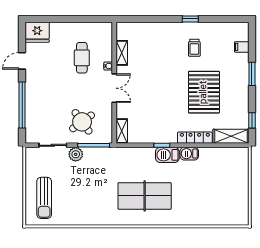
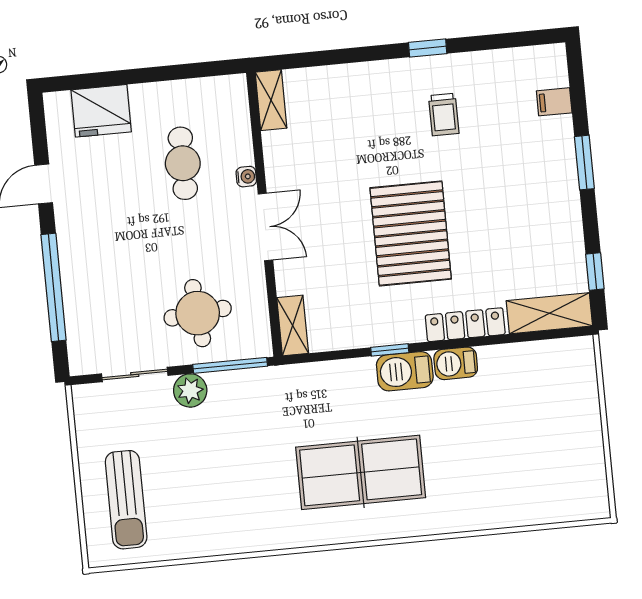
fridge: (37, 32) -> (101, 111), moved
shelving: (122, 53) -> (271, 100), moved
pallet: (204, 92) -> (411, 233), moved
round table: (82, 122) -> (198, 313), turned 31

